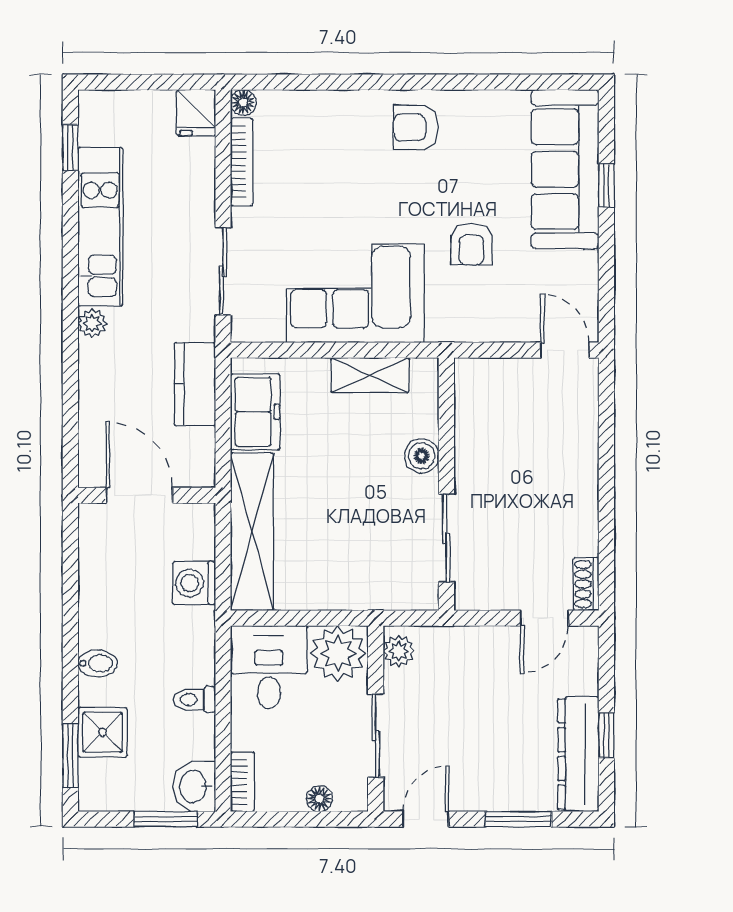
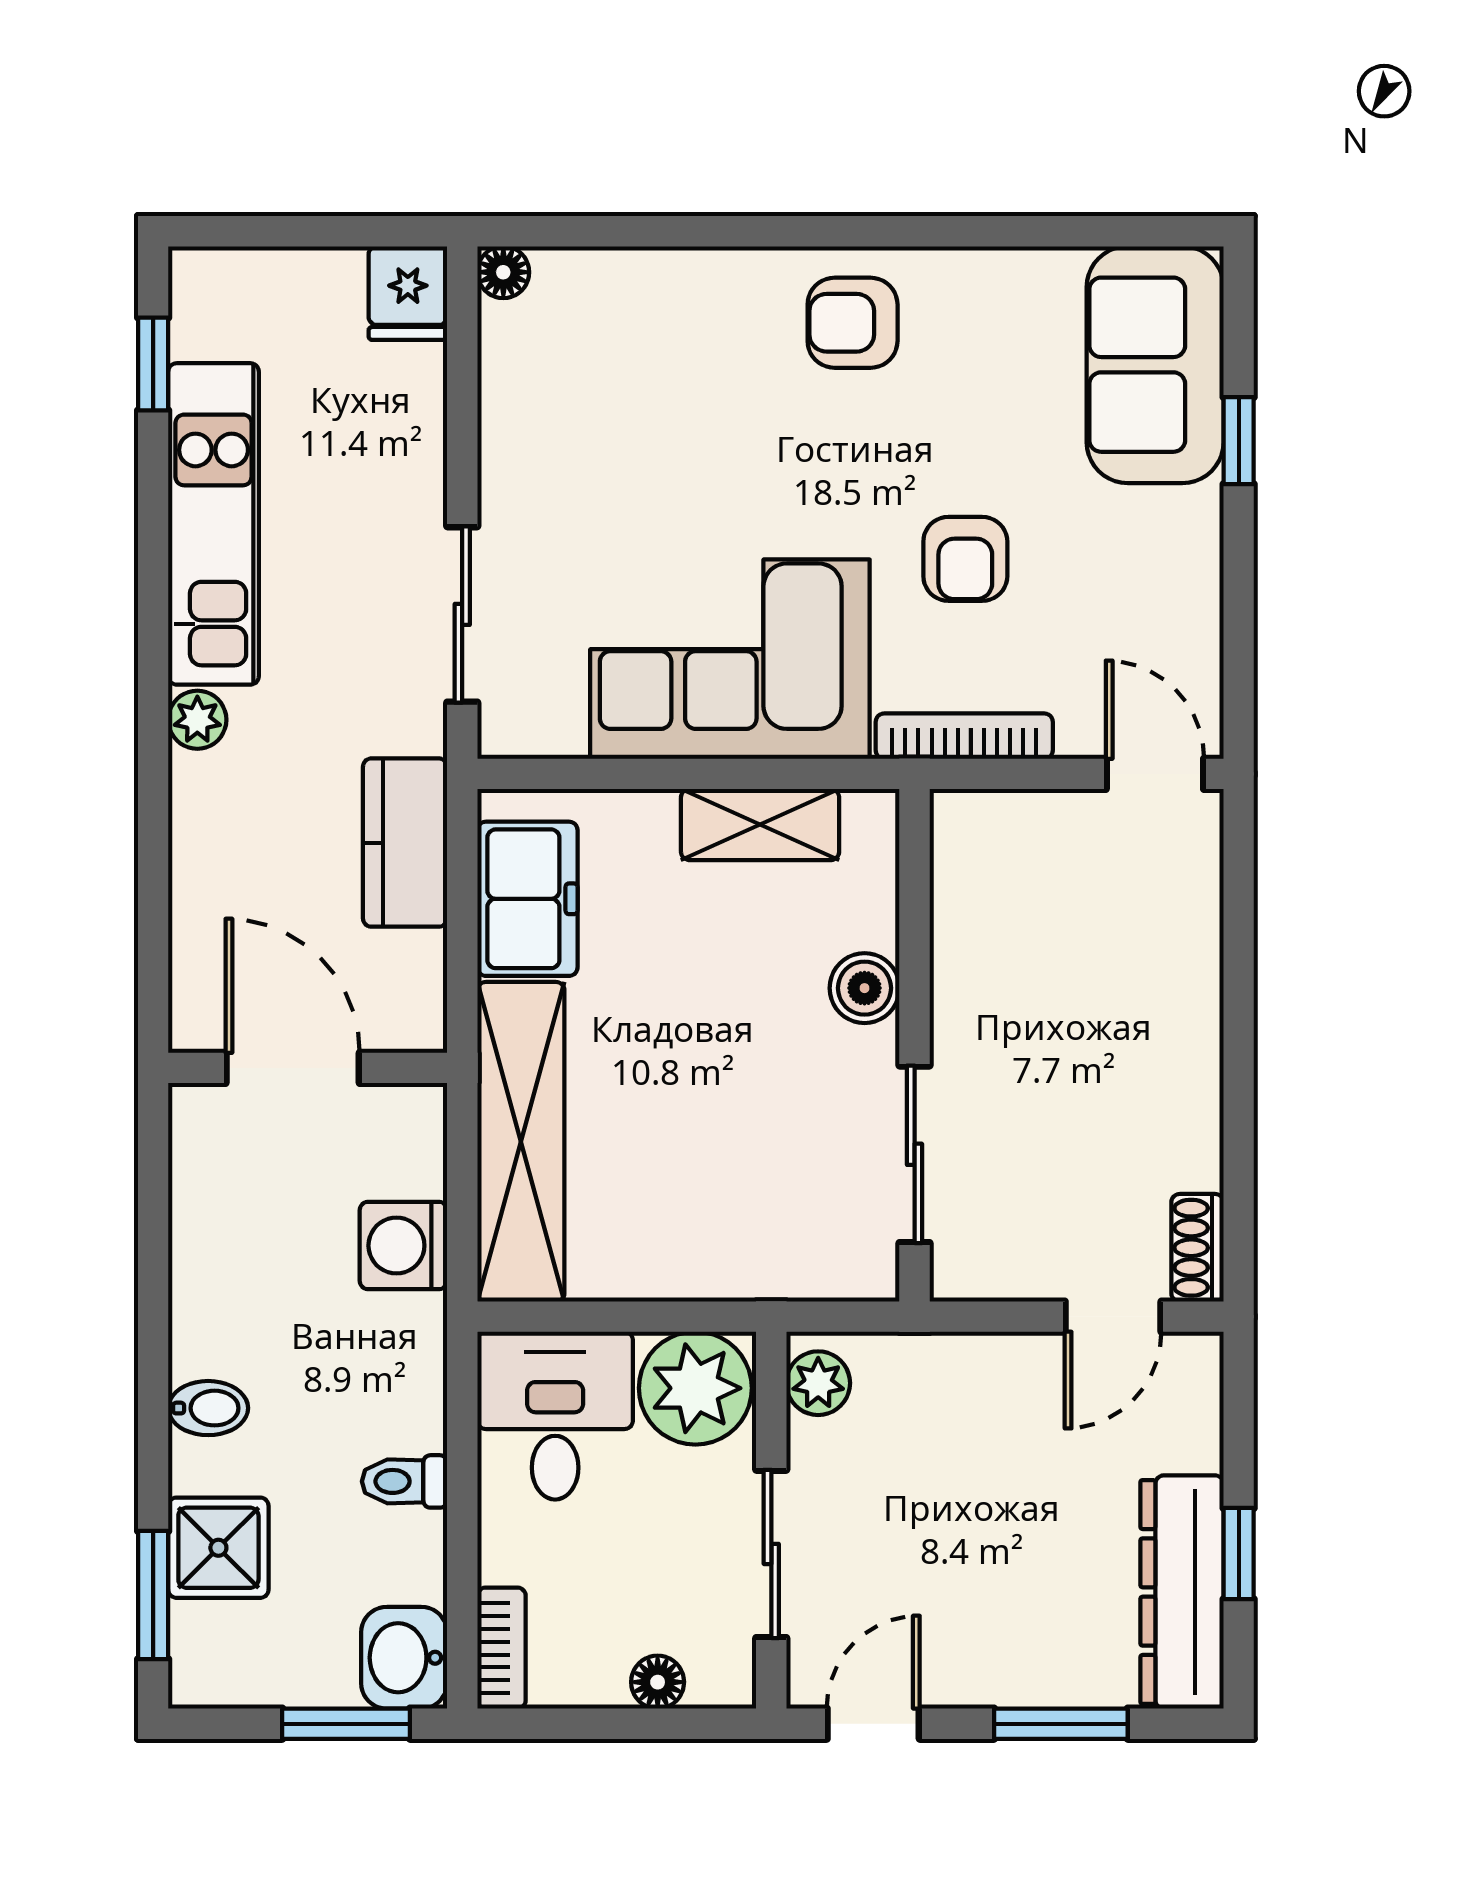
bookcase: (242, 162) -> (964, 736), moved, turned -90
sofa: (565, 169) -> (1155, 365), width x0.73

